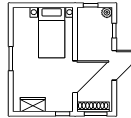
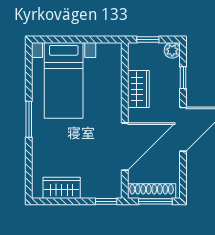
bed with nightstands: (52, 33) -> (64, 80), moved
wardrobe: (84, 38) -> (138, 89), added

